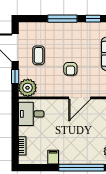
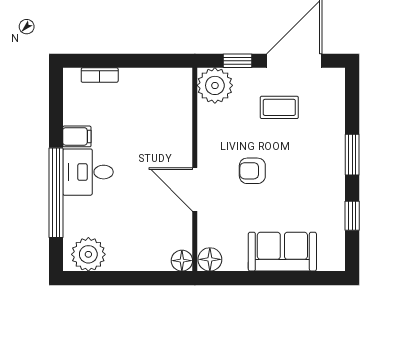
window: (62, 19) -> (352, 155), width x0.69
desk: (31, 114) -> (88, 172), moved, turned -90

